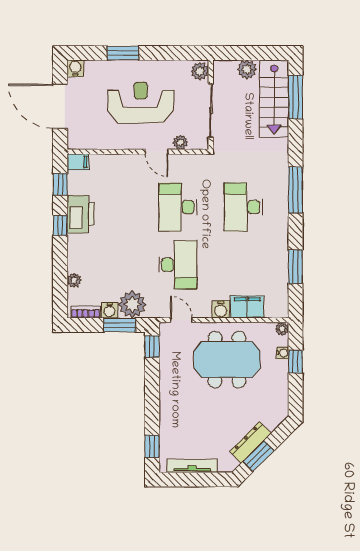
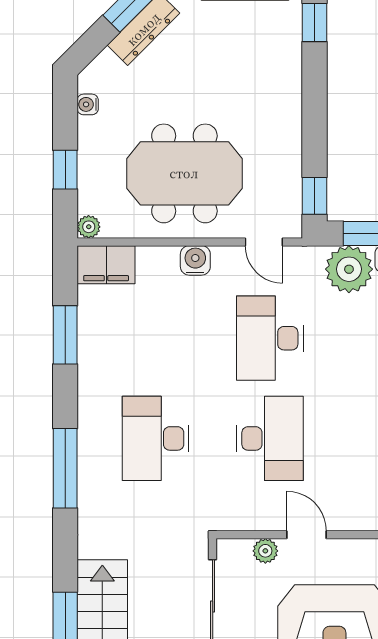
desk: (243, 207) -> (156, 438), turned 180
filing cabinet: (247, 307) -> (106, 265), moved
water cooler: (283, 353) -> (88, 104), moved

